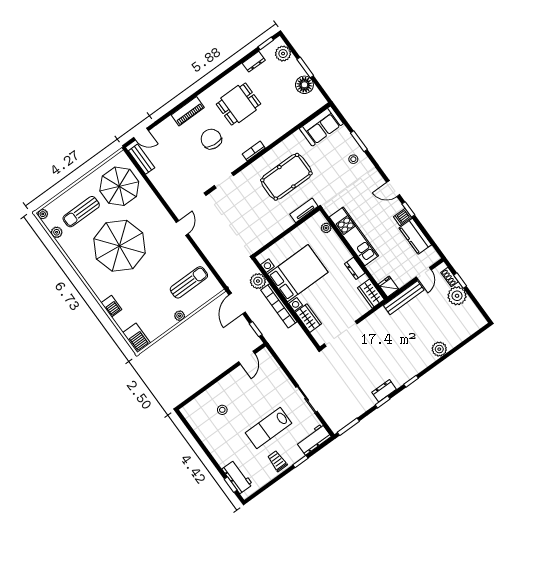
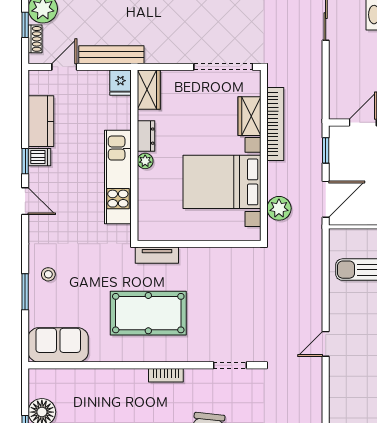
plant: (326, 228) -> (145, 161), moved
bookcase: (279, 306) -> (275, 124), moved

